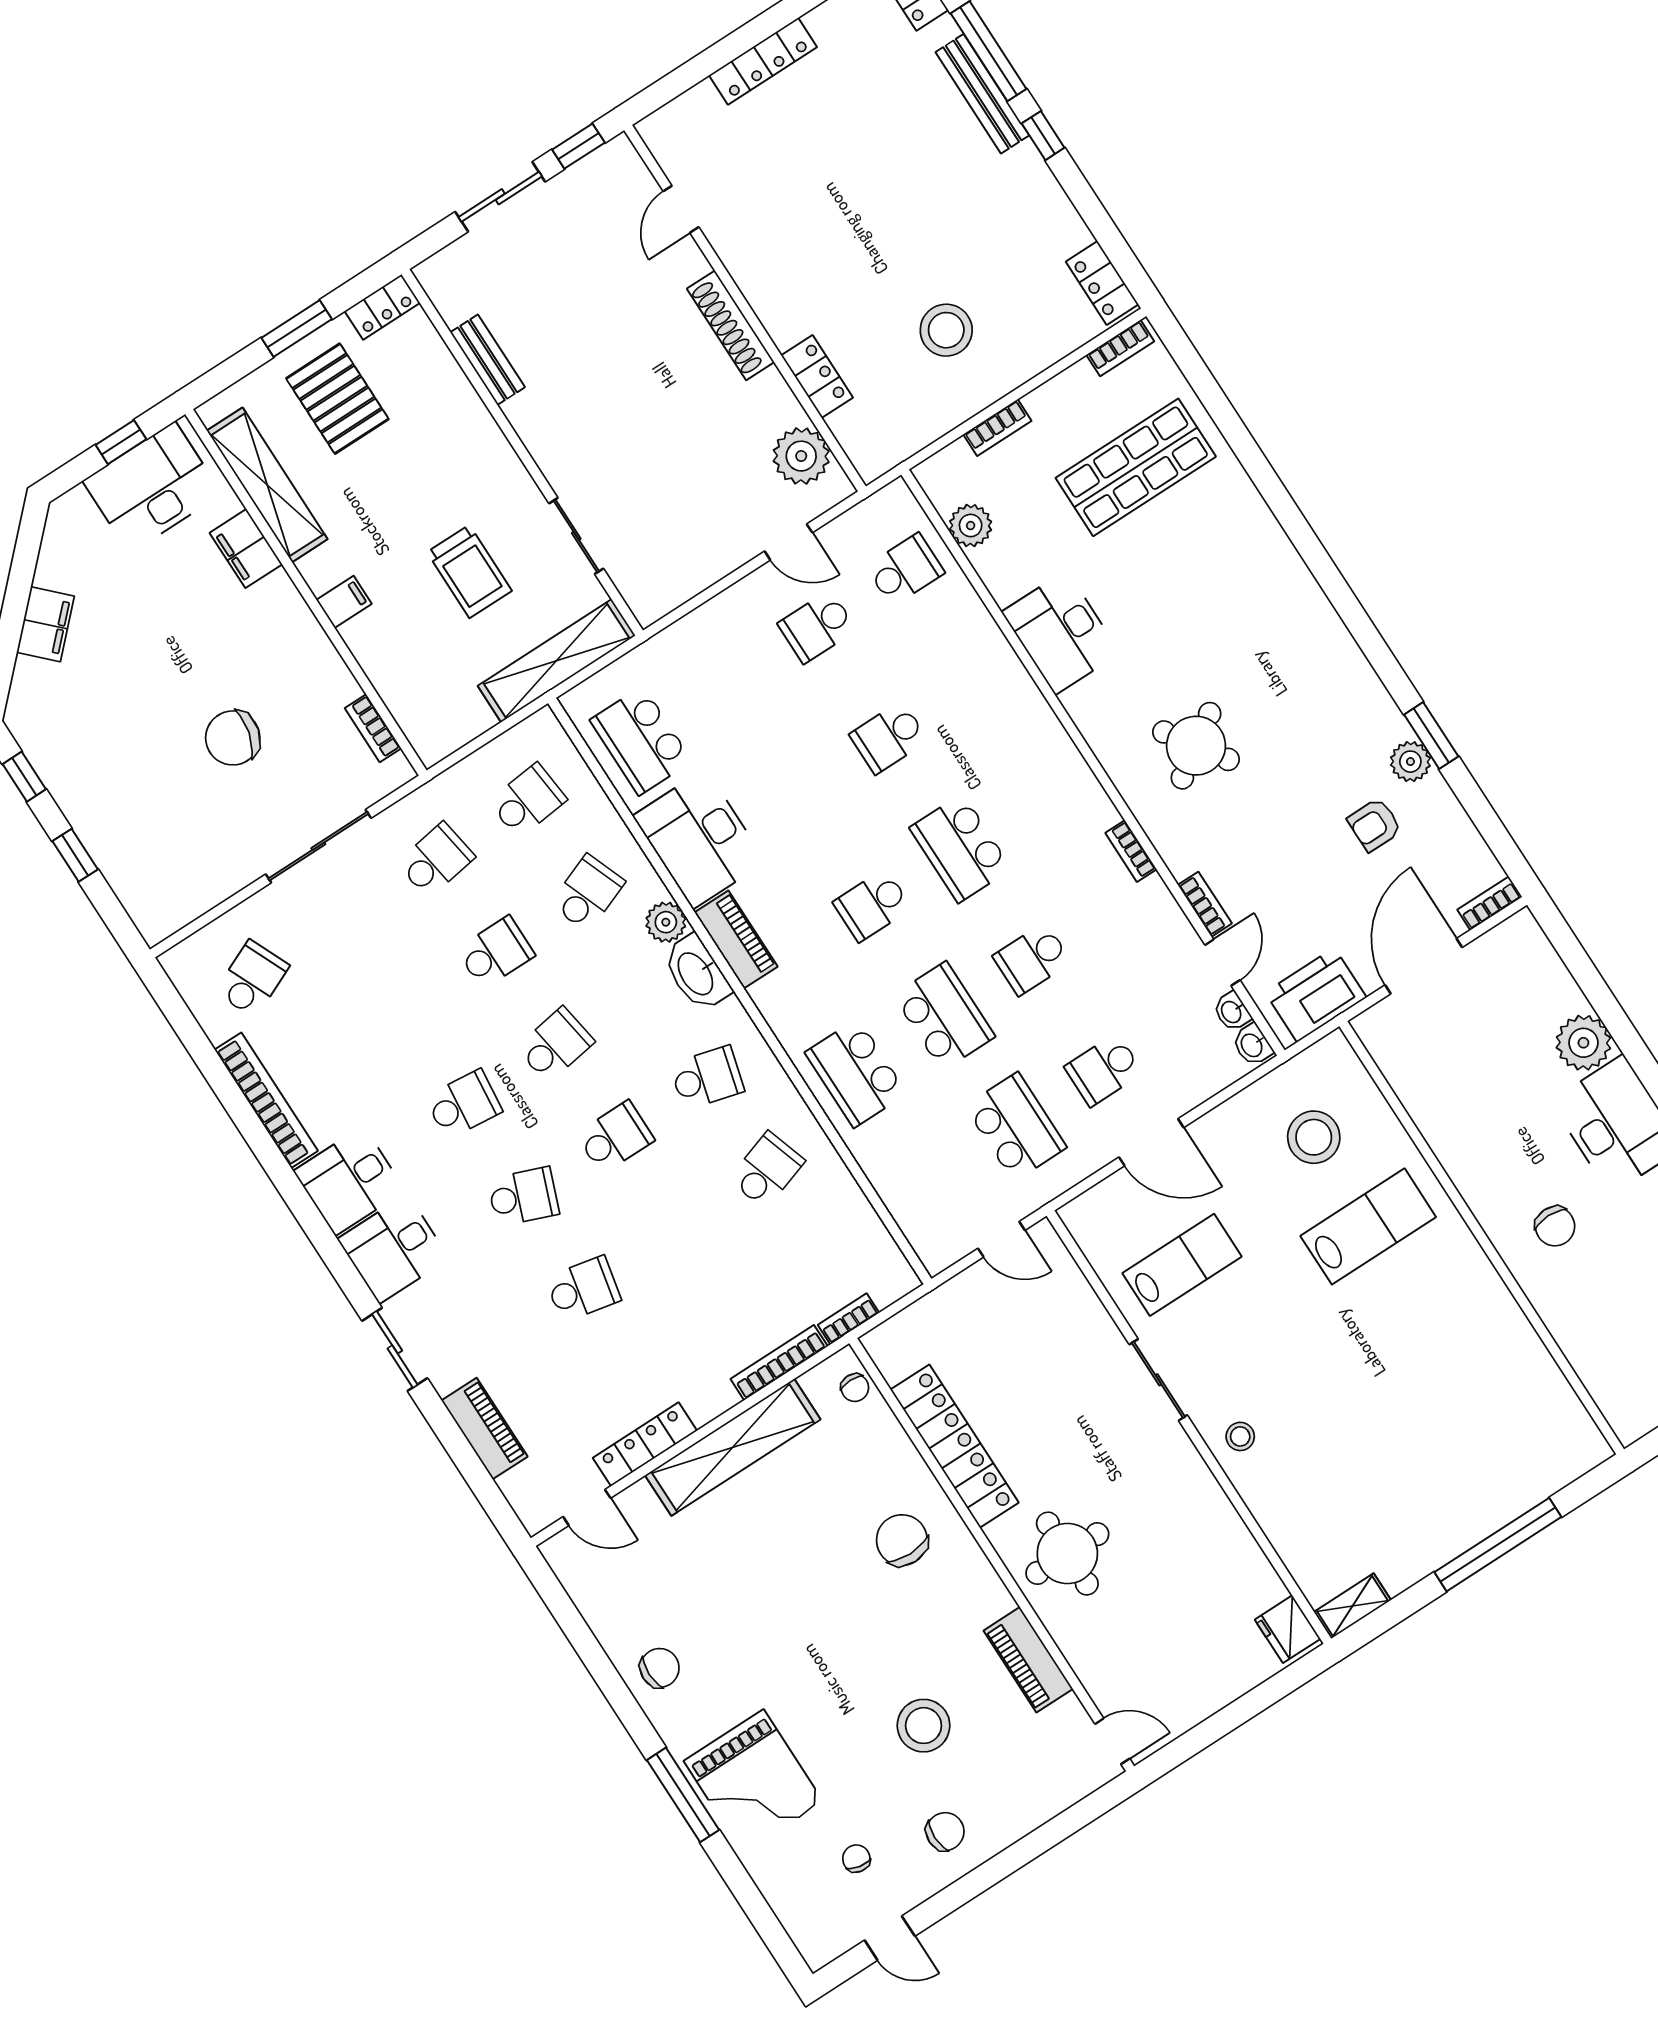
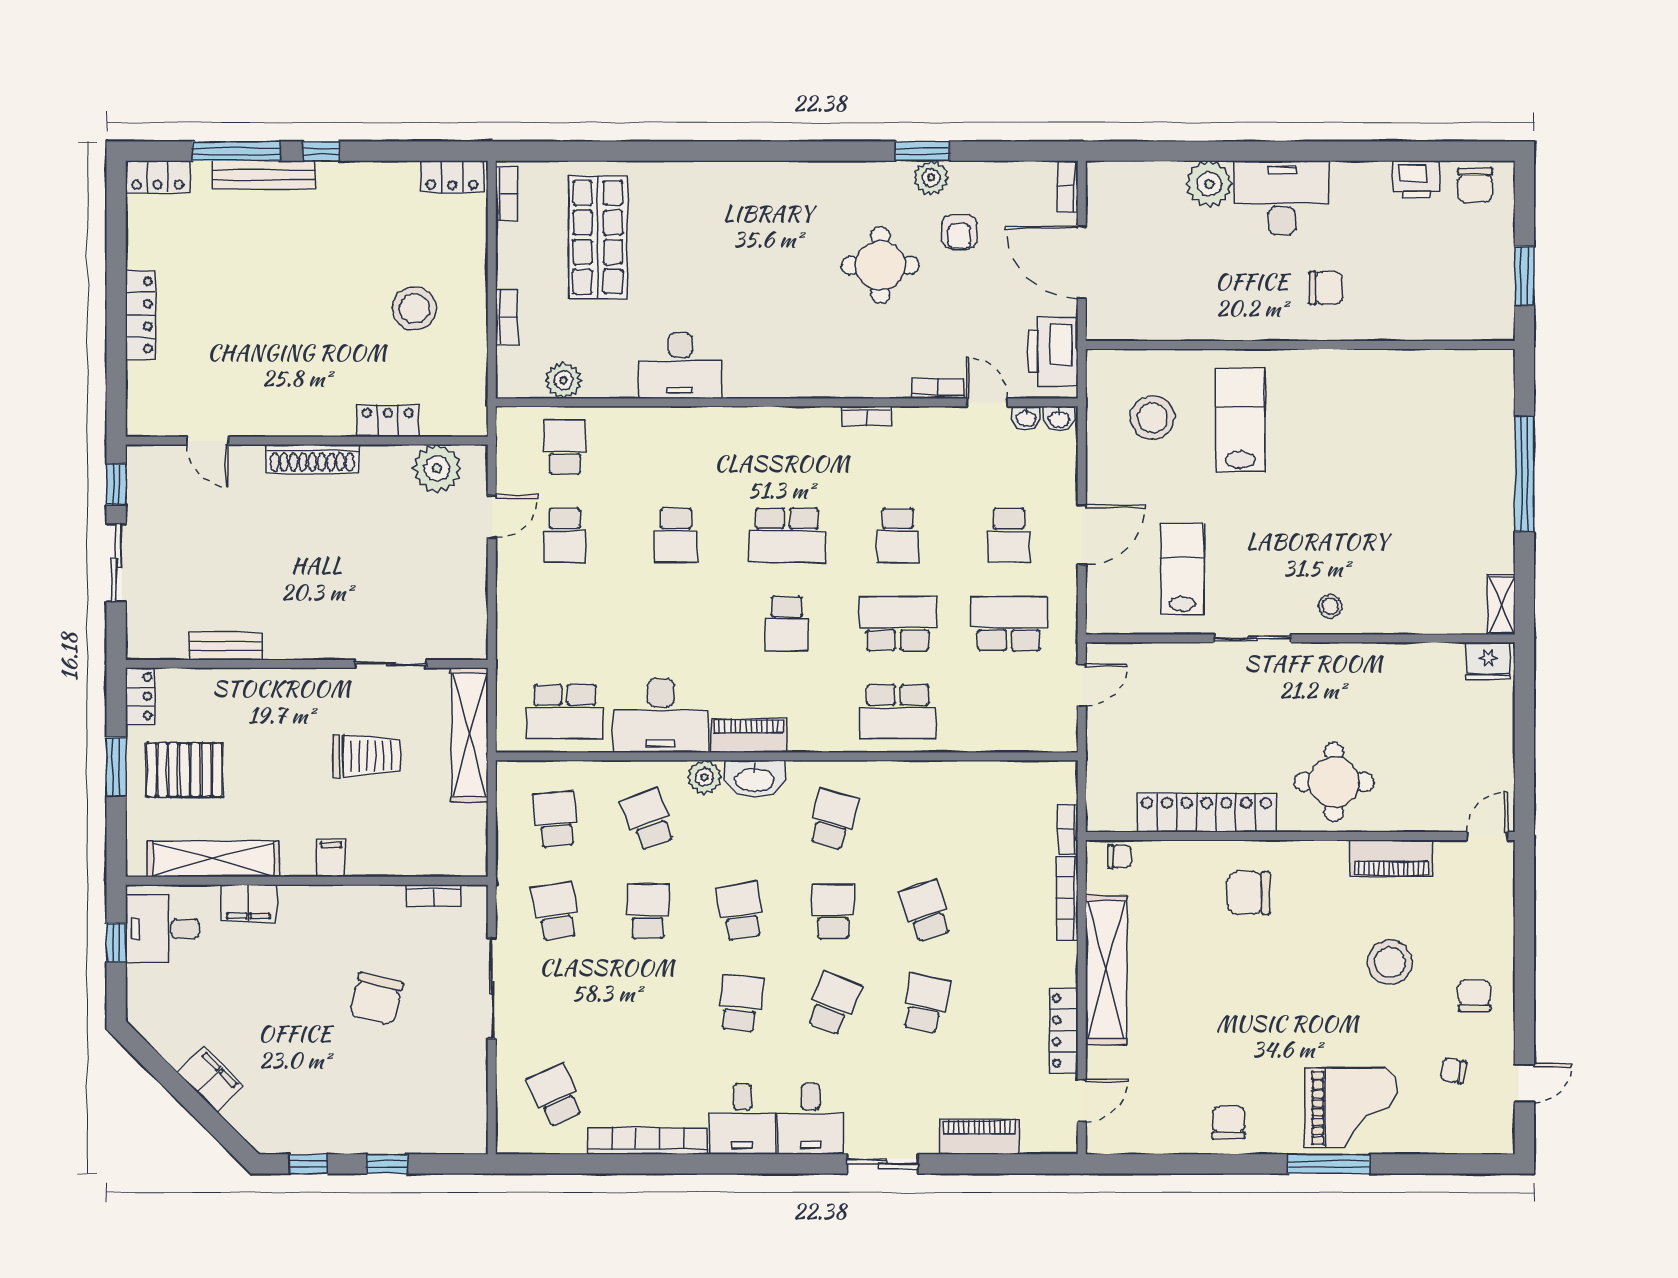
desk: (152, 487) -> (162, 929), width x0.73
round table: (1196, 746) -> (880, 265), moved, turned 34
school desk: (767, 1170) -> (926, 911), moved

